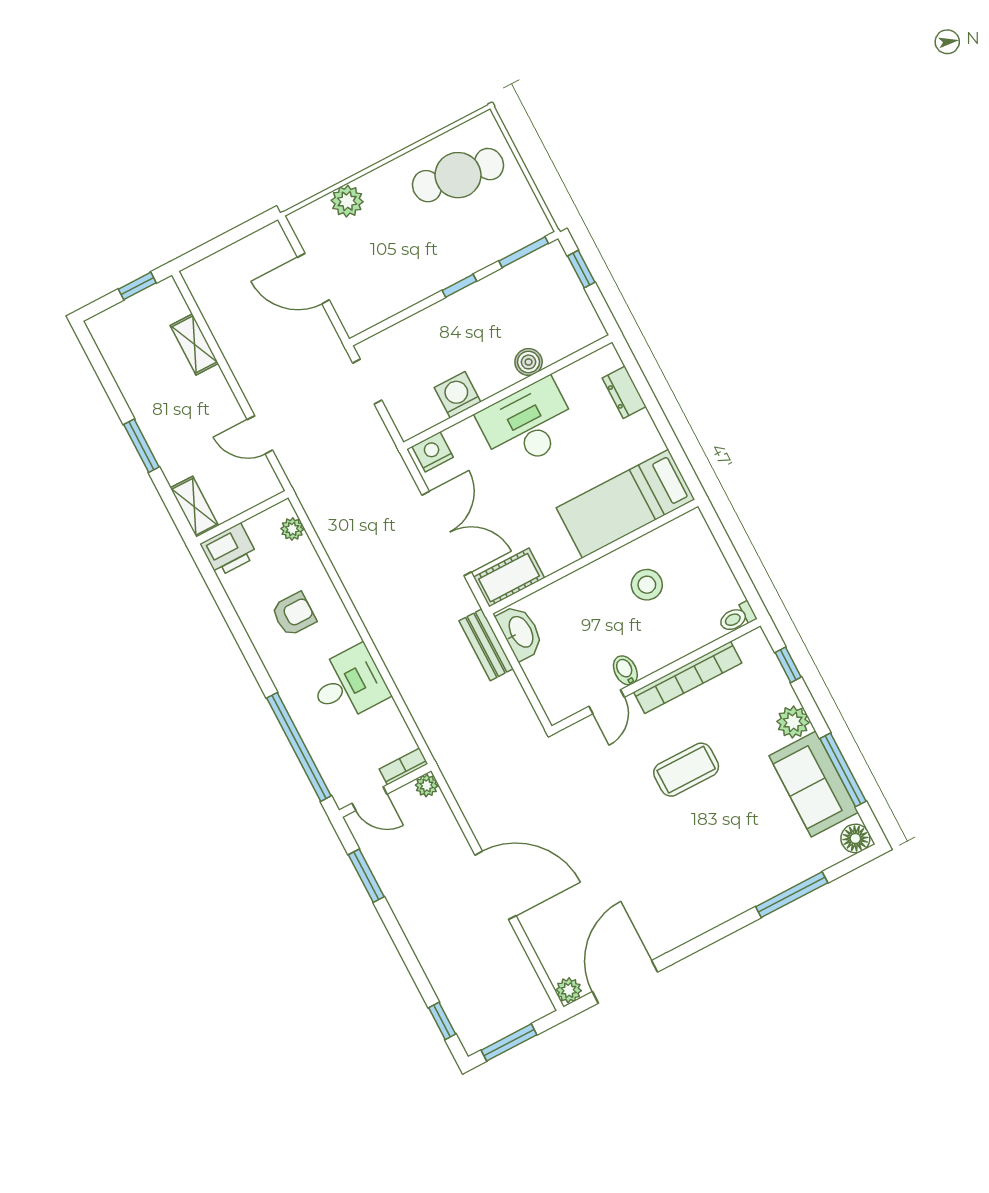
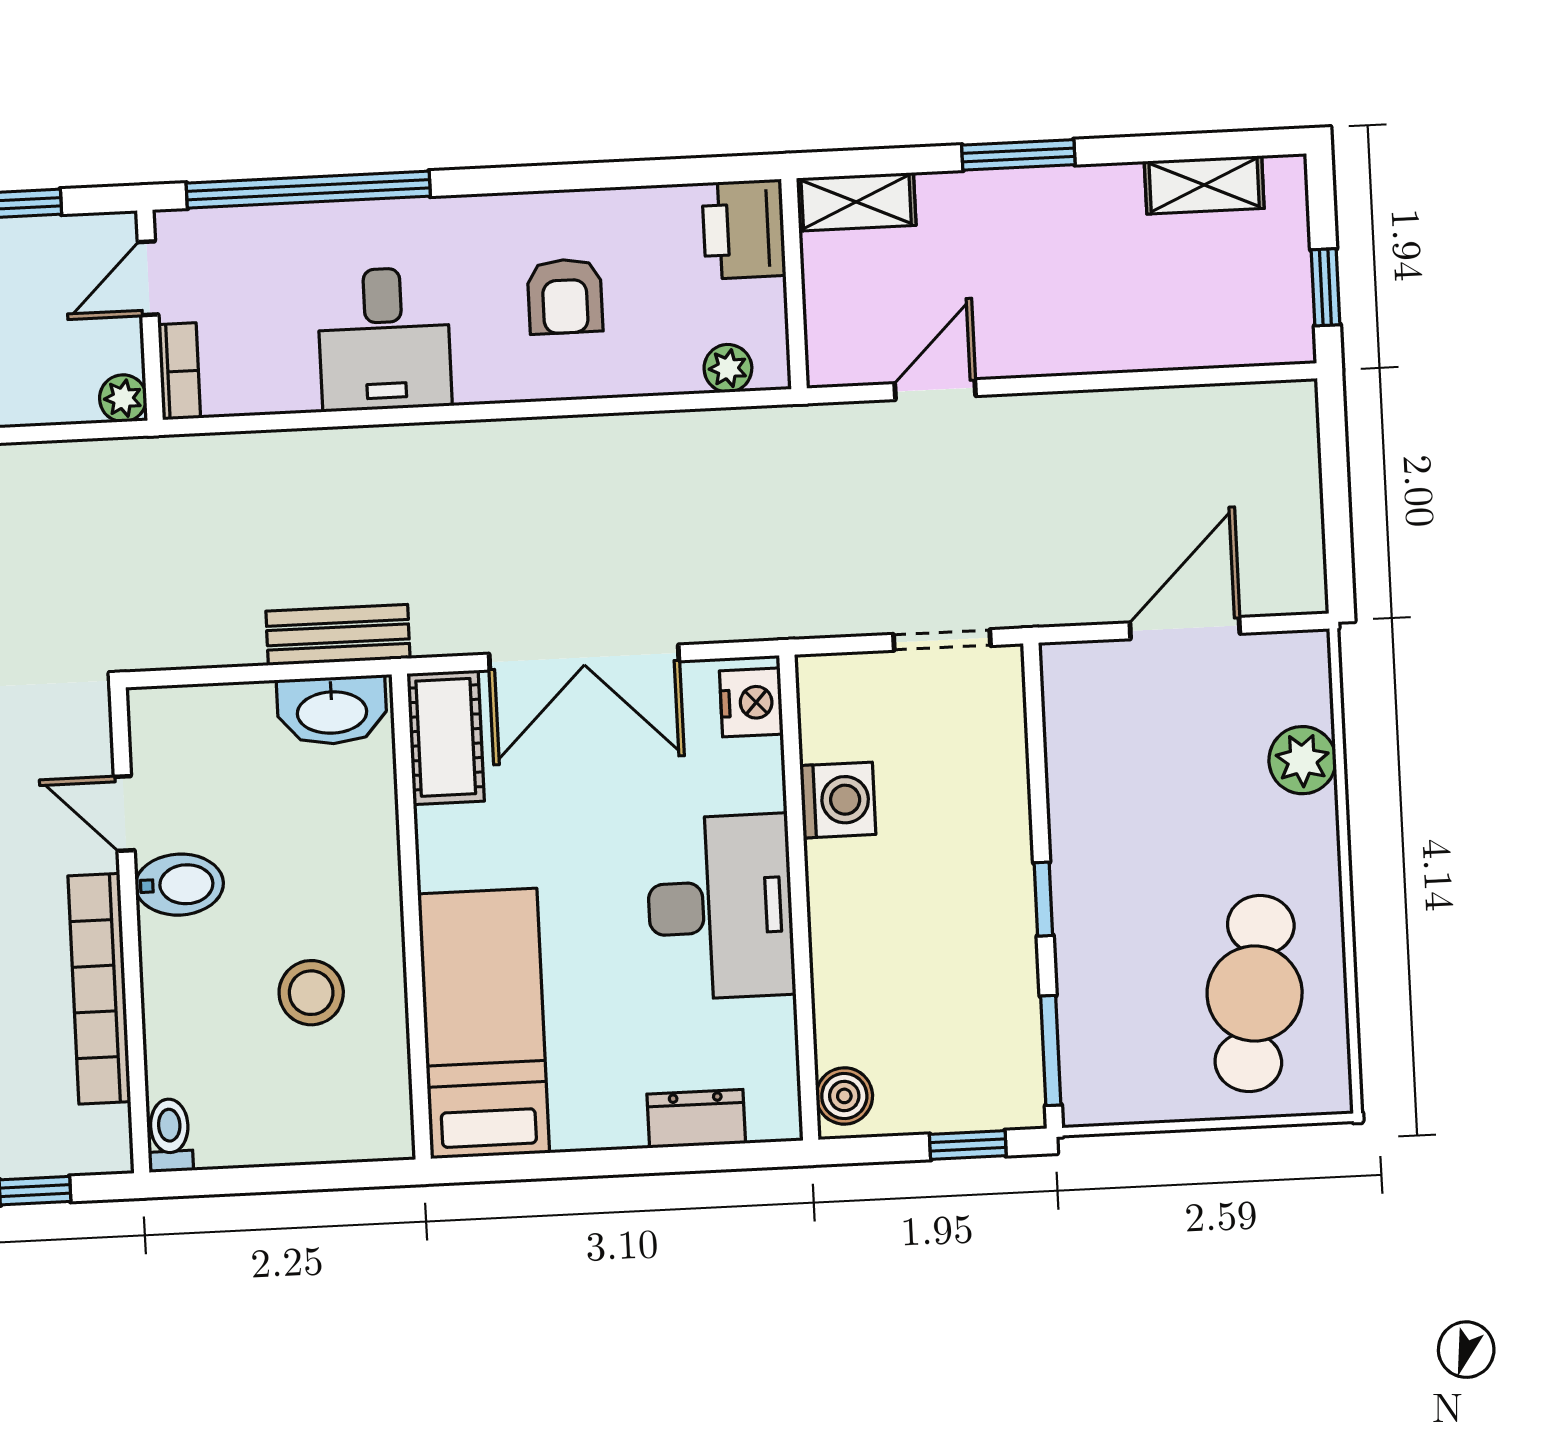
shelving: (194, 344) -> (1204, 185), moved
boiler: (529, 362) -> (844, 1096), moved
bidet: (625, 670) -> (179, 885), width x1.38, depth x1.36

